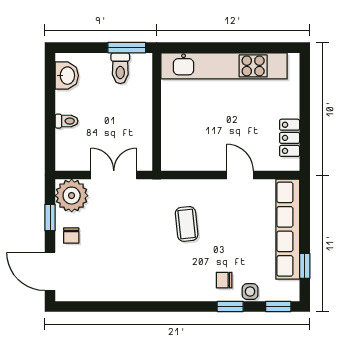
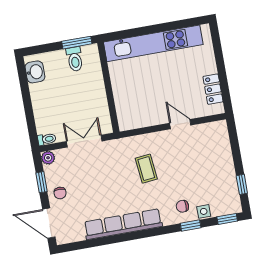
toilet: (67, 121) -> (47, 139), moved
plant: (72, 196) -> (48, 158), width x0.53, depth x0.53
row of seats: (288, 229) -> (123, 224), moved, turned 90

